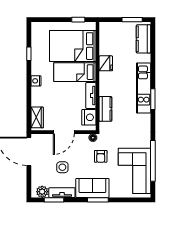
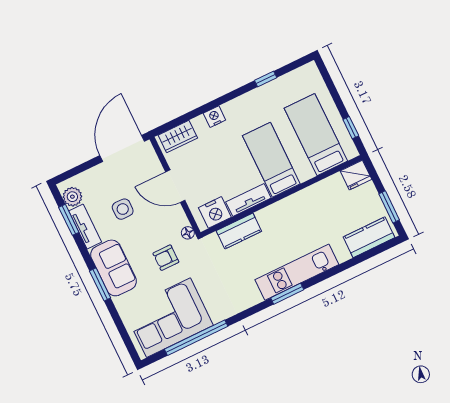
bed: (73, 46) -> (316, 135), width x0.67
fridge: (106, 63) -> (356, 175), moved
nightstand: (36, 81) -> (214, 117), moved

